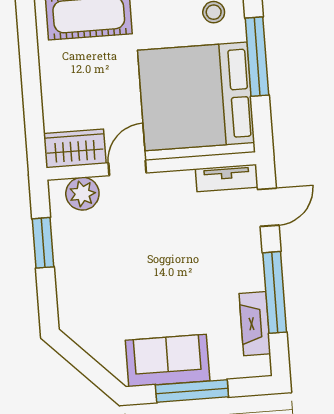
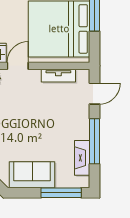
tv unit: (227, 178) -> (58, 76), moved
window: (192, 391) -> (61, 193), moved

